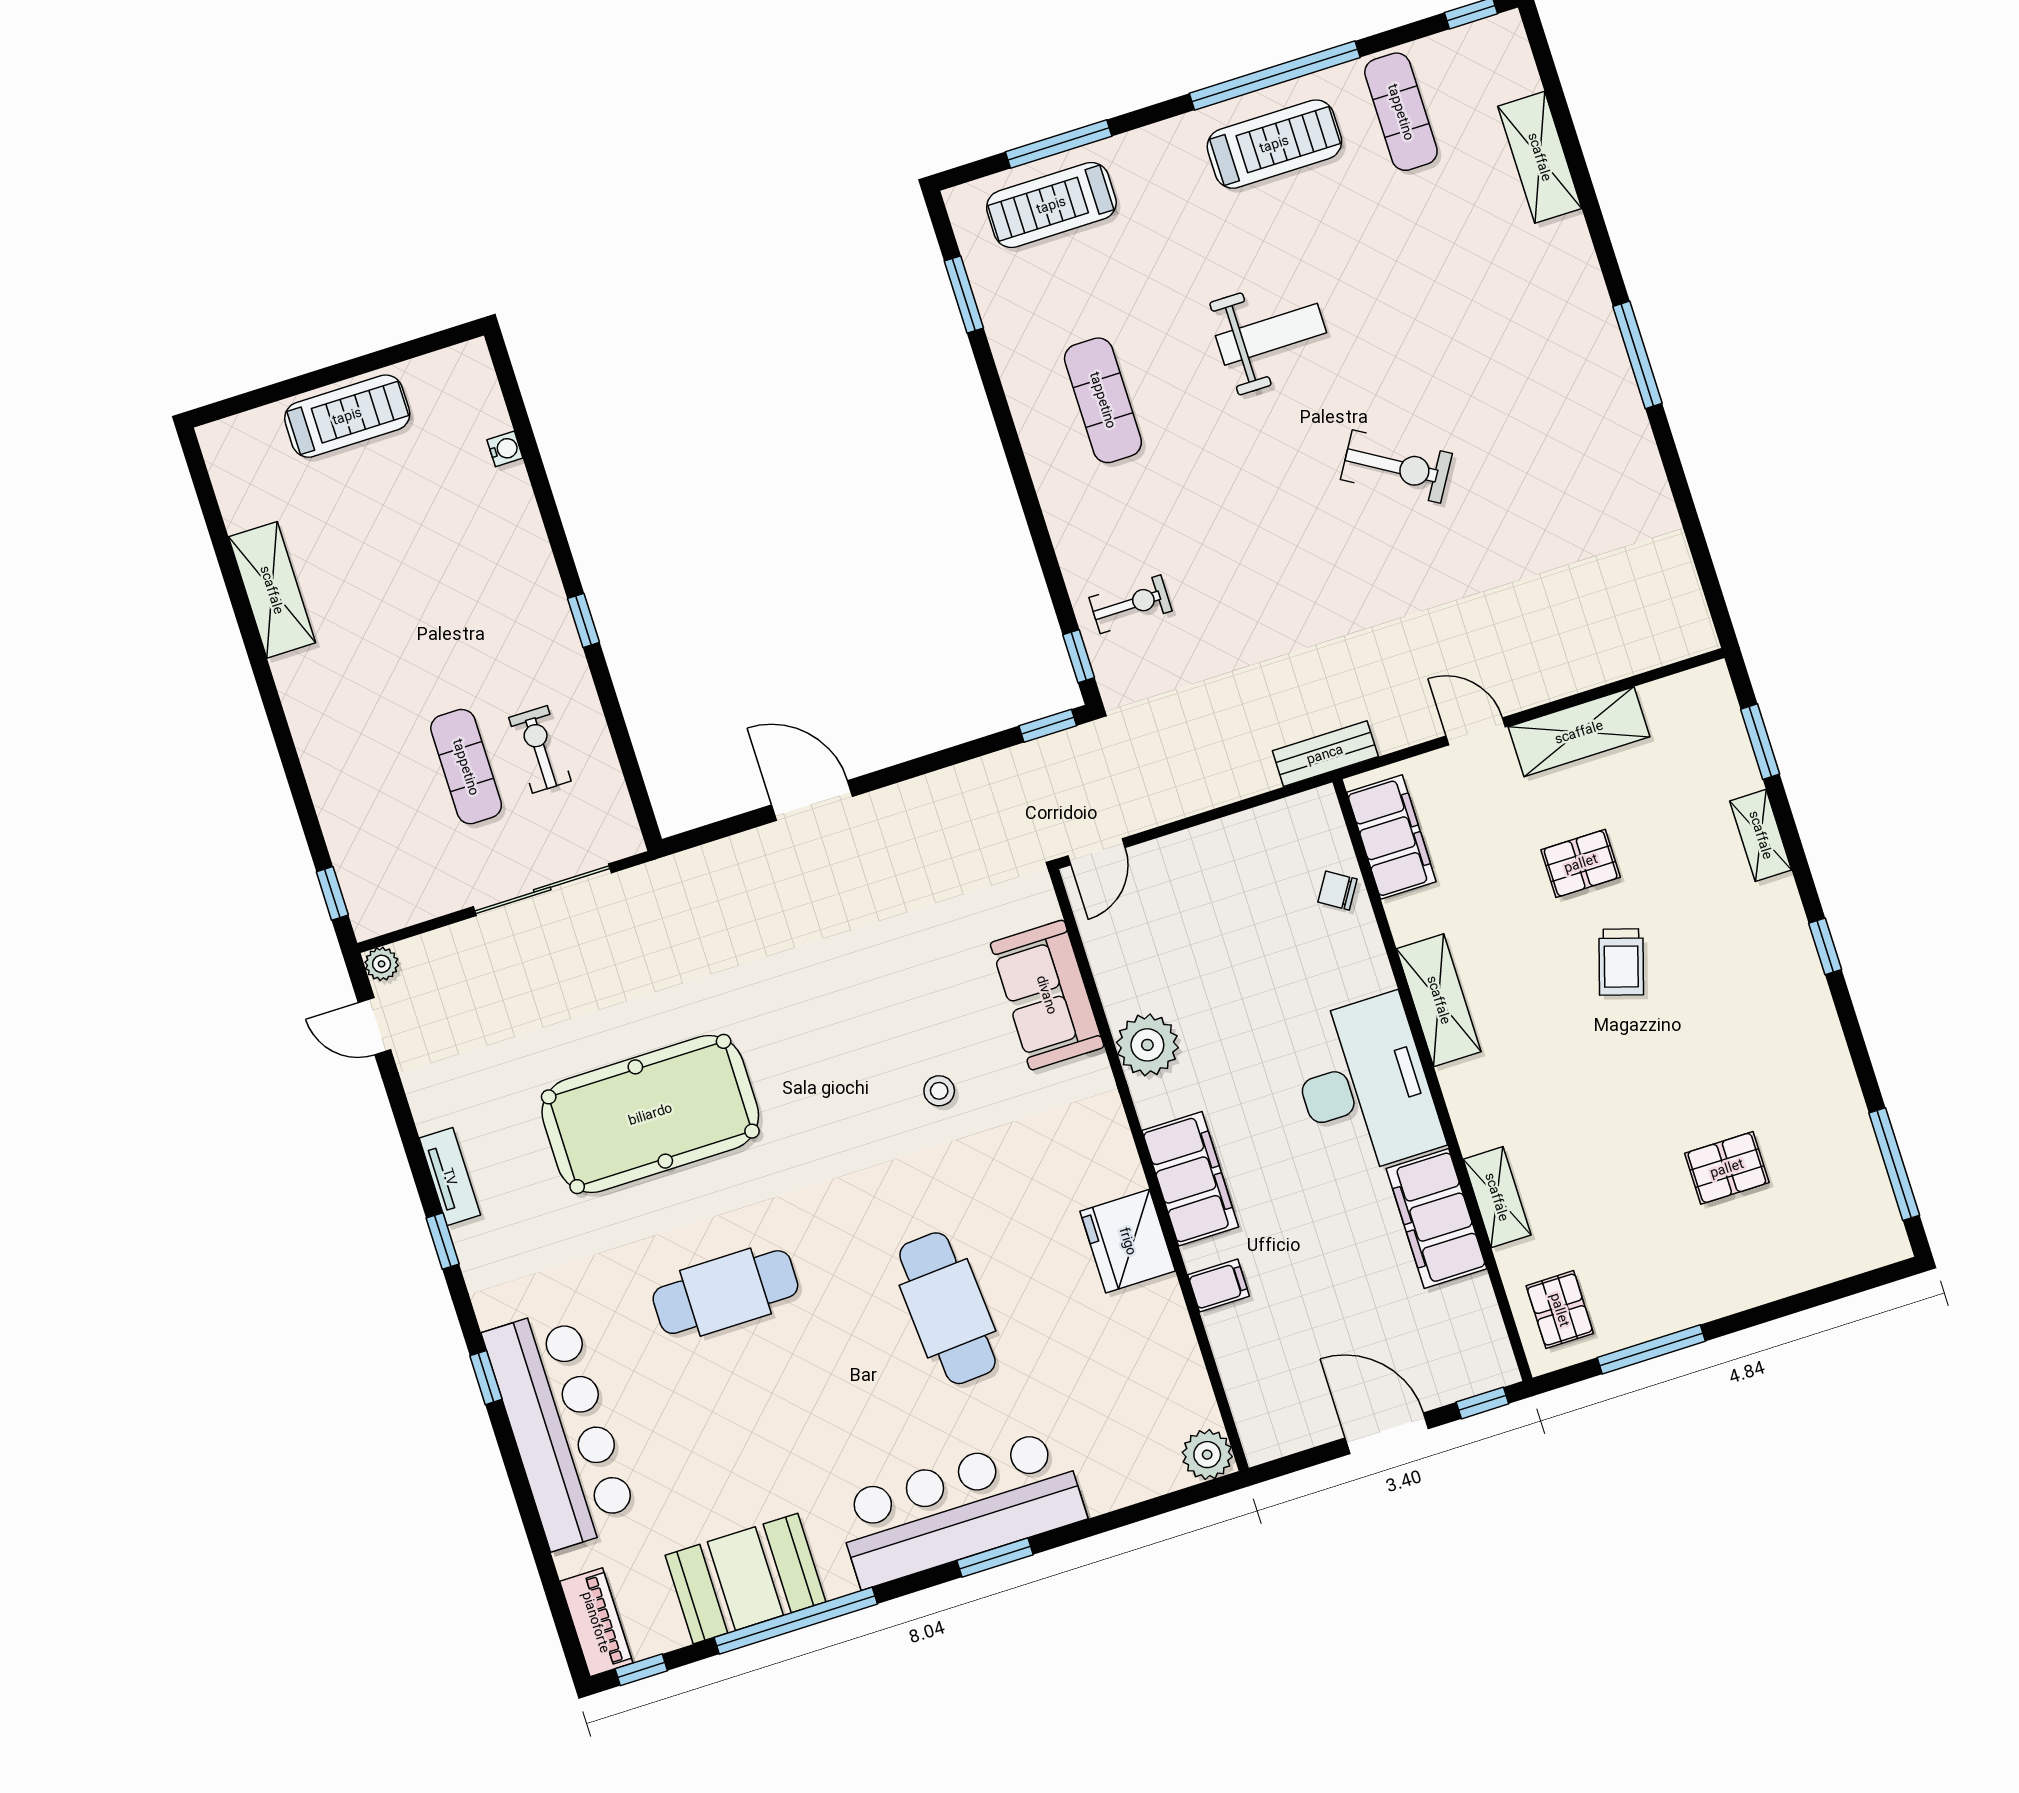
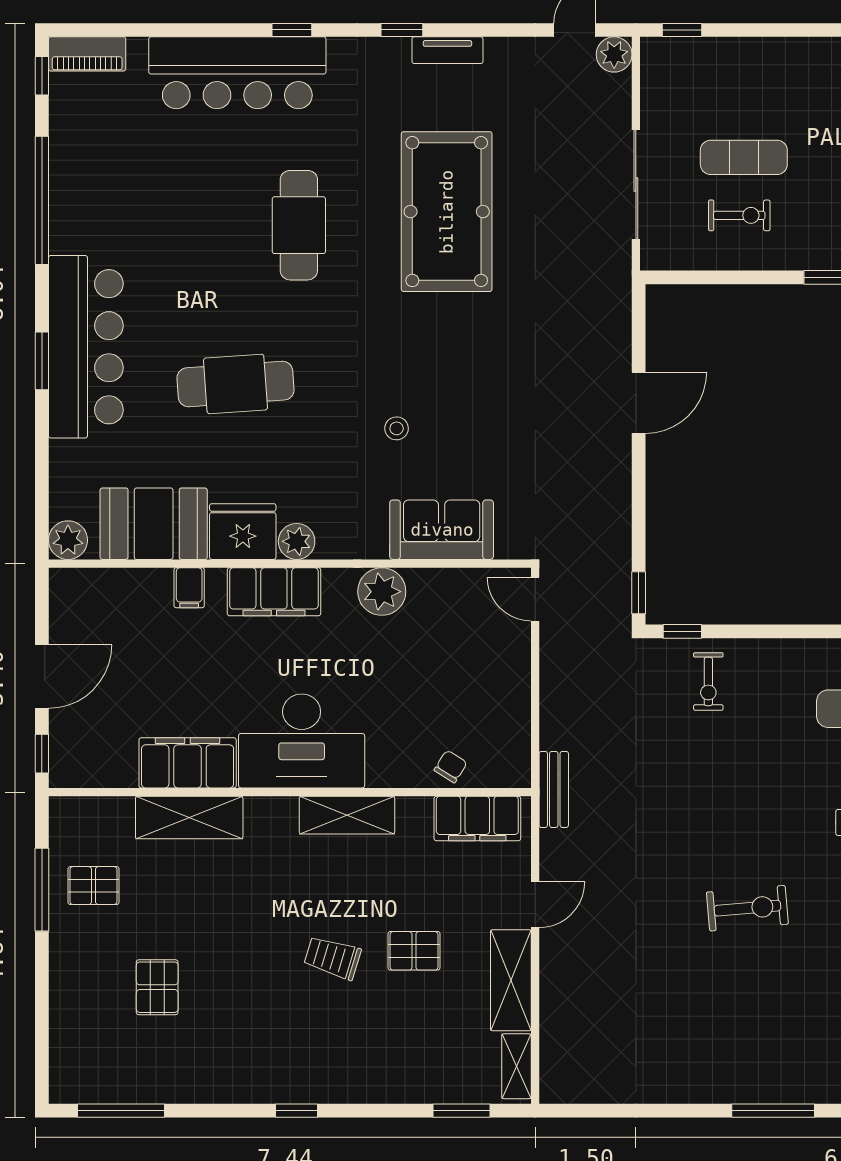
exercise bike: (1396, 466) -> (747, 908), turned -126
shelving: (1761, 835) -> (516, 1066), moved, turned 90
pallet: (1581, 863) -> (414, 951), turned 90
plant: (382, 964) -> (614, 54), width x1.38, depth x1.38
plant: (1119, 1170) -> (297, 541), added
shelving: (1497, 1197) -> (189, 818), width x1.50, depth x1.33
pallet: (1560, 1310) -> (93, 886), moved
booth: (745, 1579) -> (154, 524), moved, turned 90

